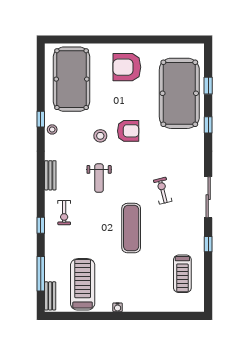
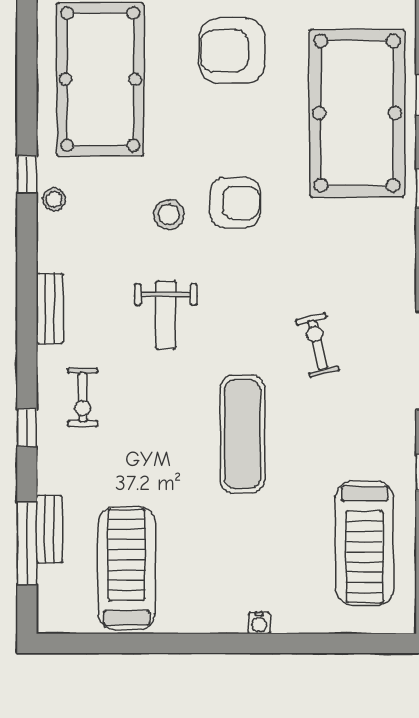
treadmill: (182, 274) -> (365, 543), width x1.37, depth x1.38
bench: (50, 296) -> (49, 529), moved
water cooler: (118, 307) -> (259, 623), moved

